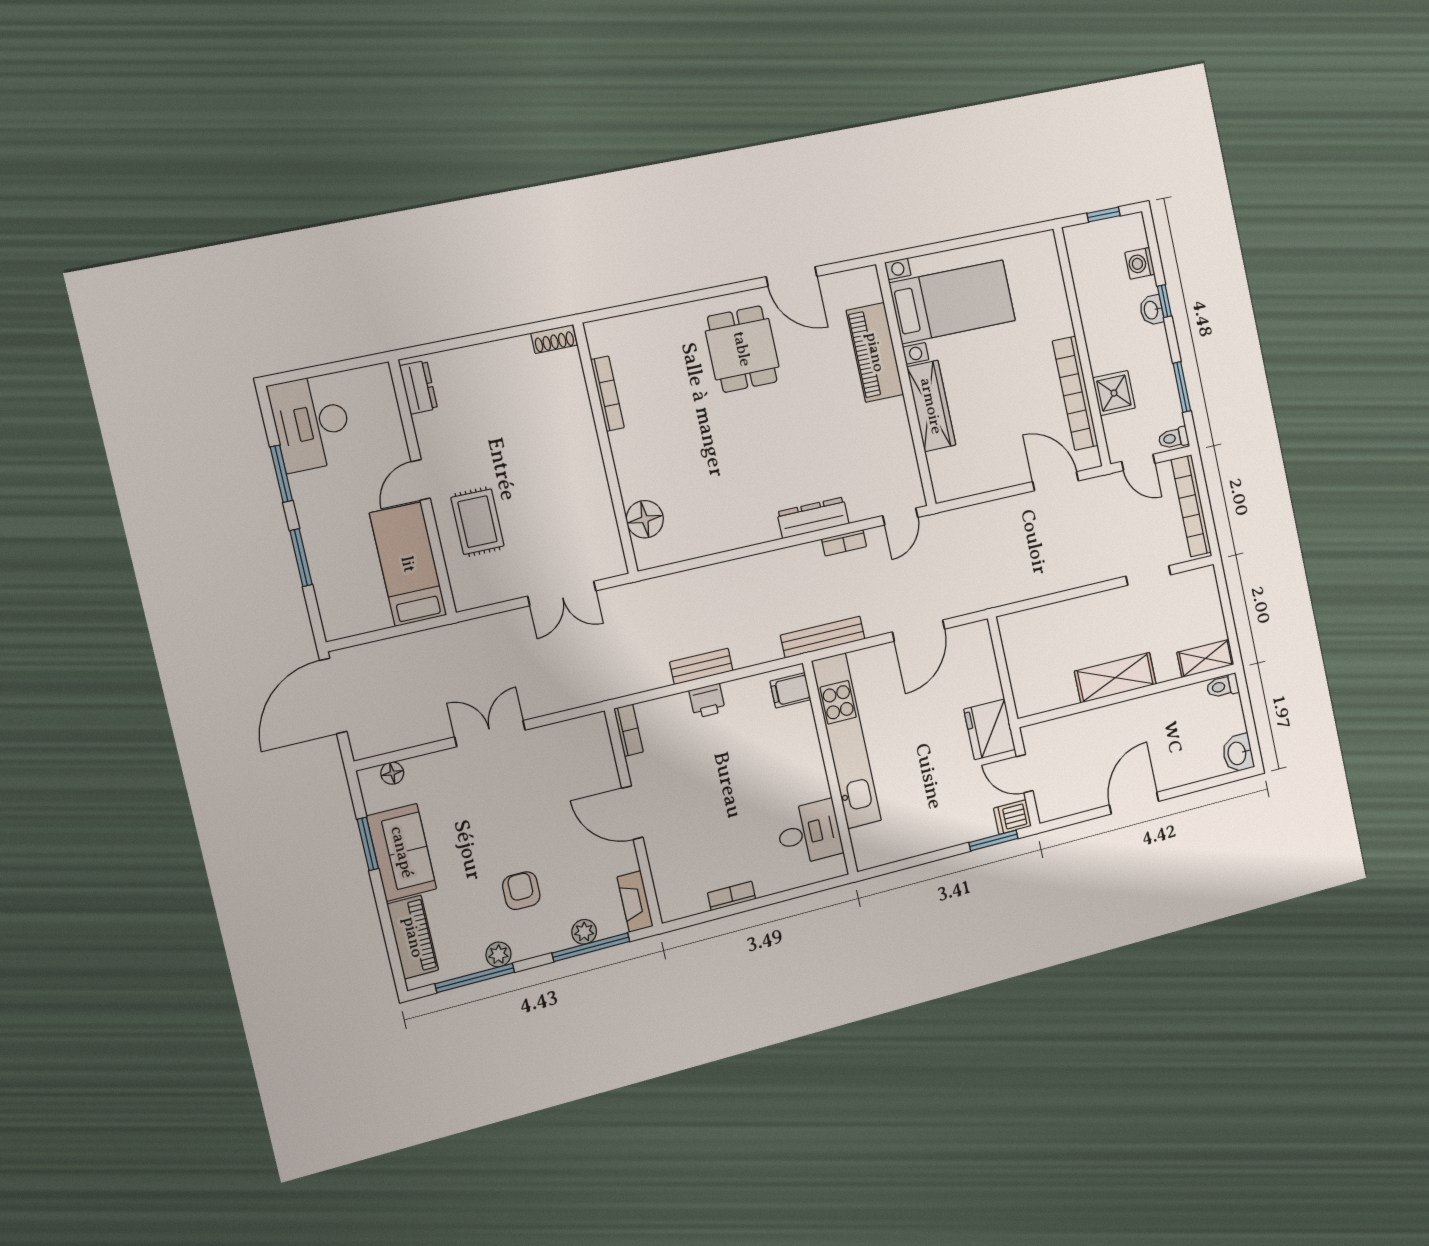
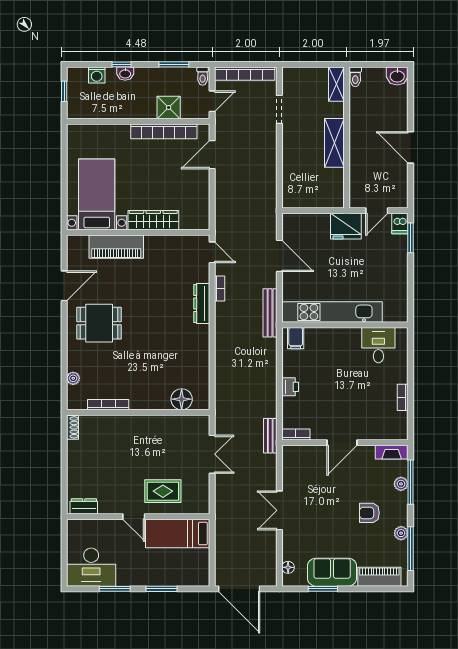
plant: (639, 323) -> (73, 378), added
bench: (701, 666) -> (270, 436), moved

